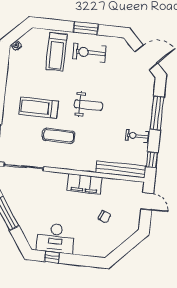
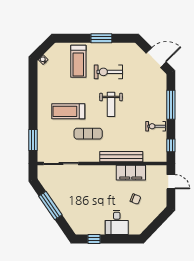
exercise bike: (89, 53) -> (108, 72), moved
weight bench: (88, 105) -> (111, 104), turned 90
bench: (121, 169) -> (121, 157), moved
filing cabinet: (84, 184) -> (131, 173), moved
desk: (56, 238) -> (117, 222), moved, width x0.73

